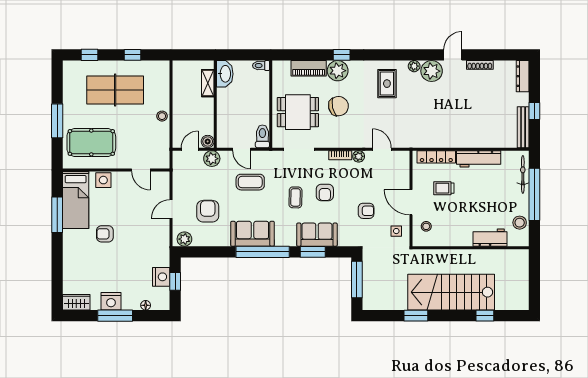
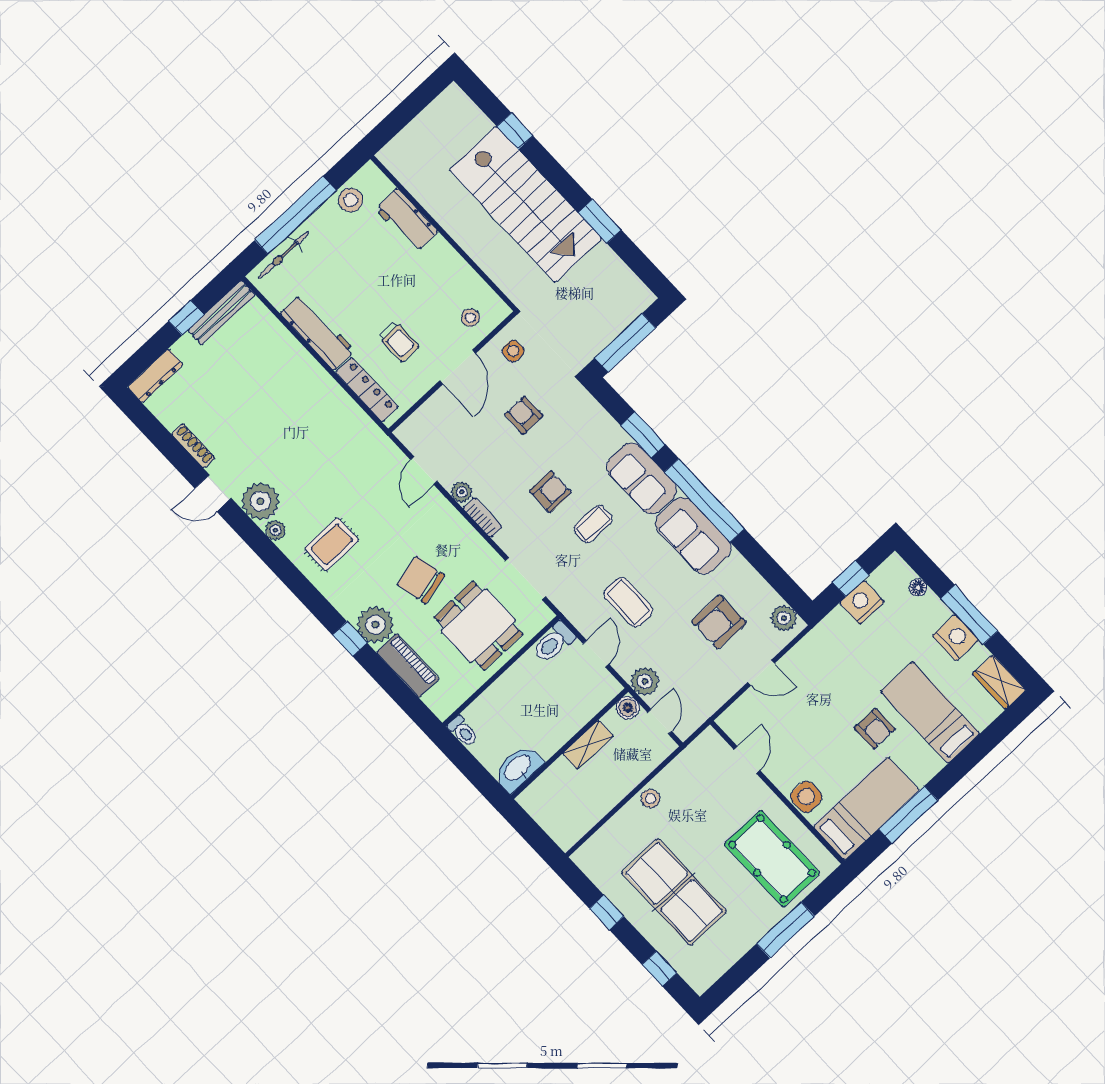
shelving: (208, 83) -> (588, 745), moved
door: (190, 149) -> (660, 722), swing flipped
sofa: (317, 235) -> (642, 478), moved
bed: (90, 262) -> (930, 713), added

